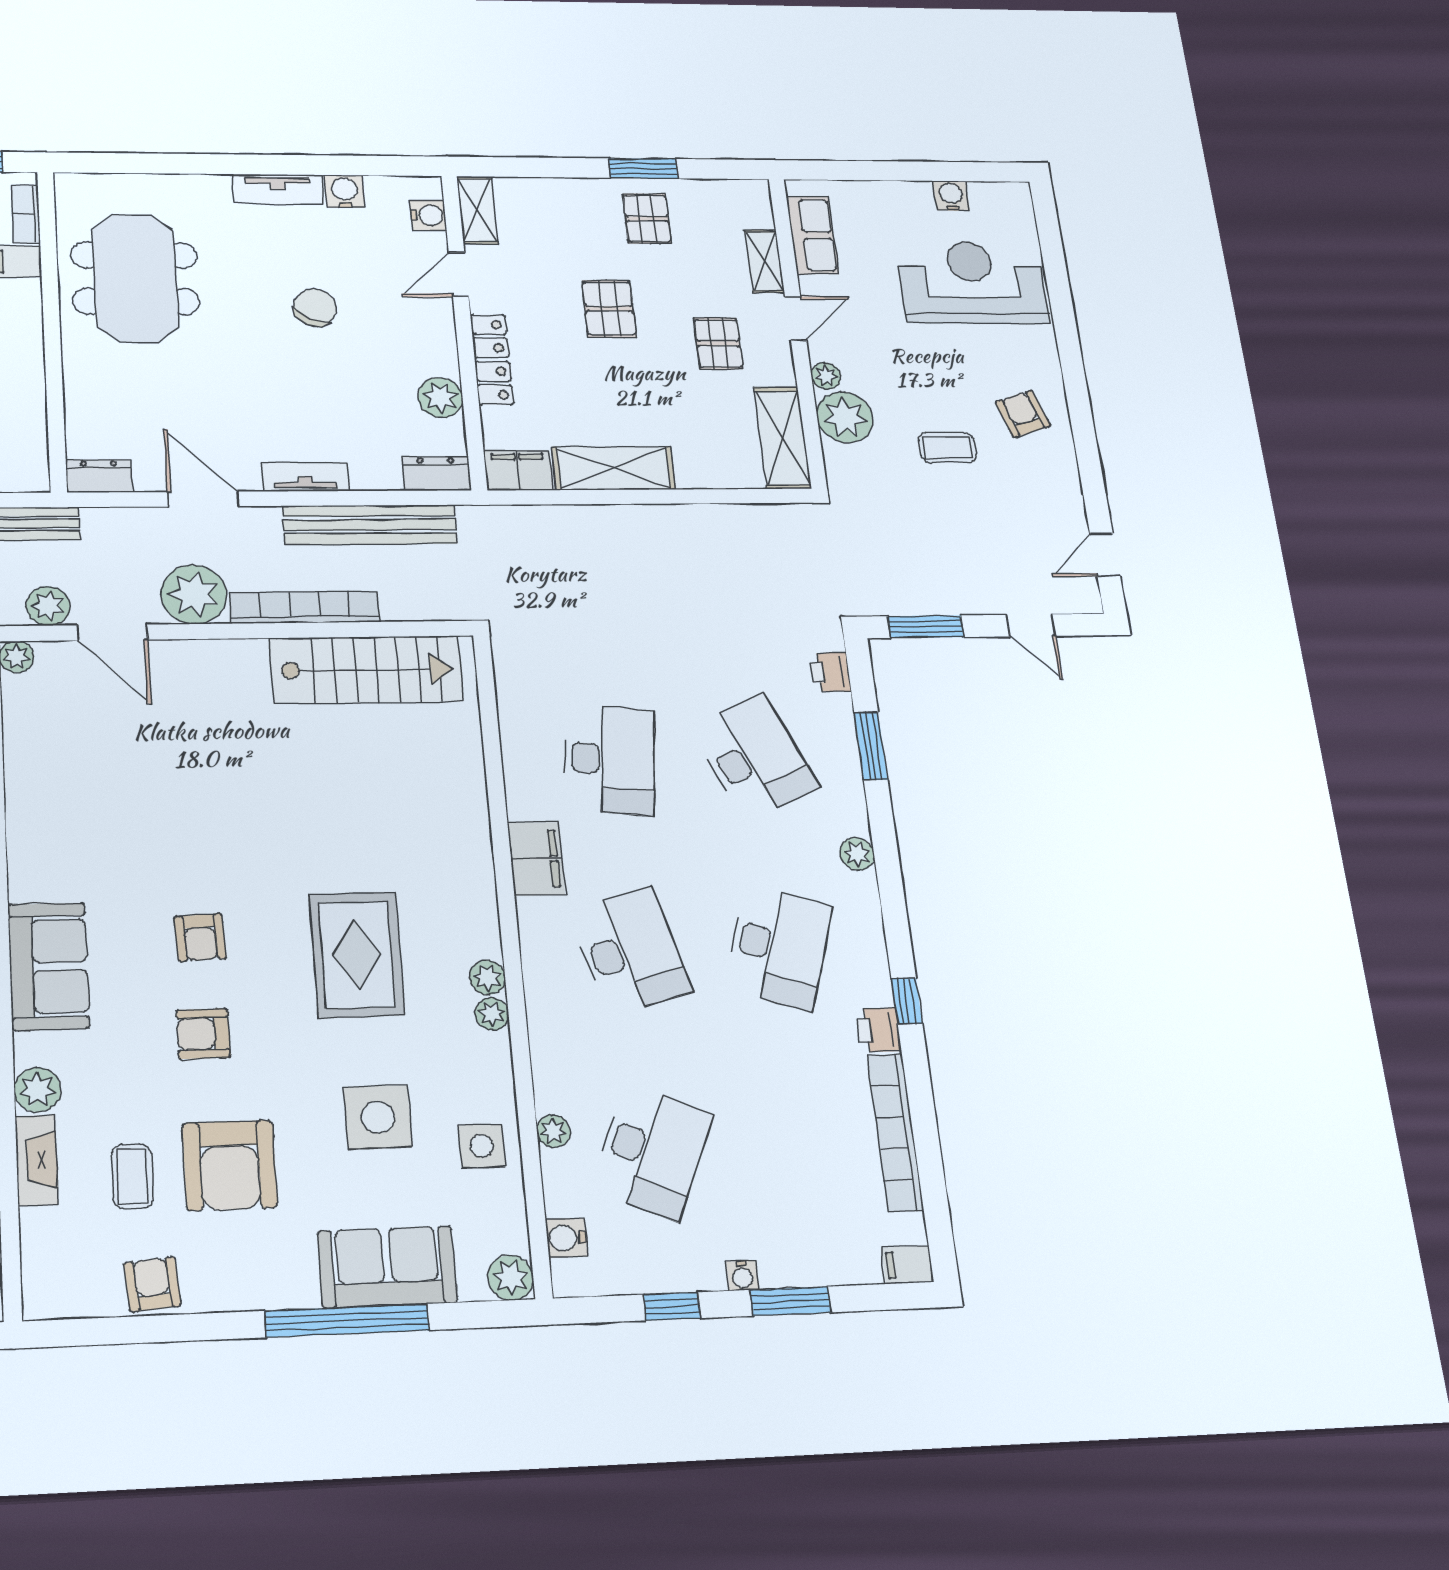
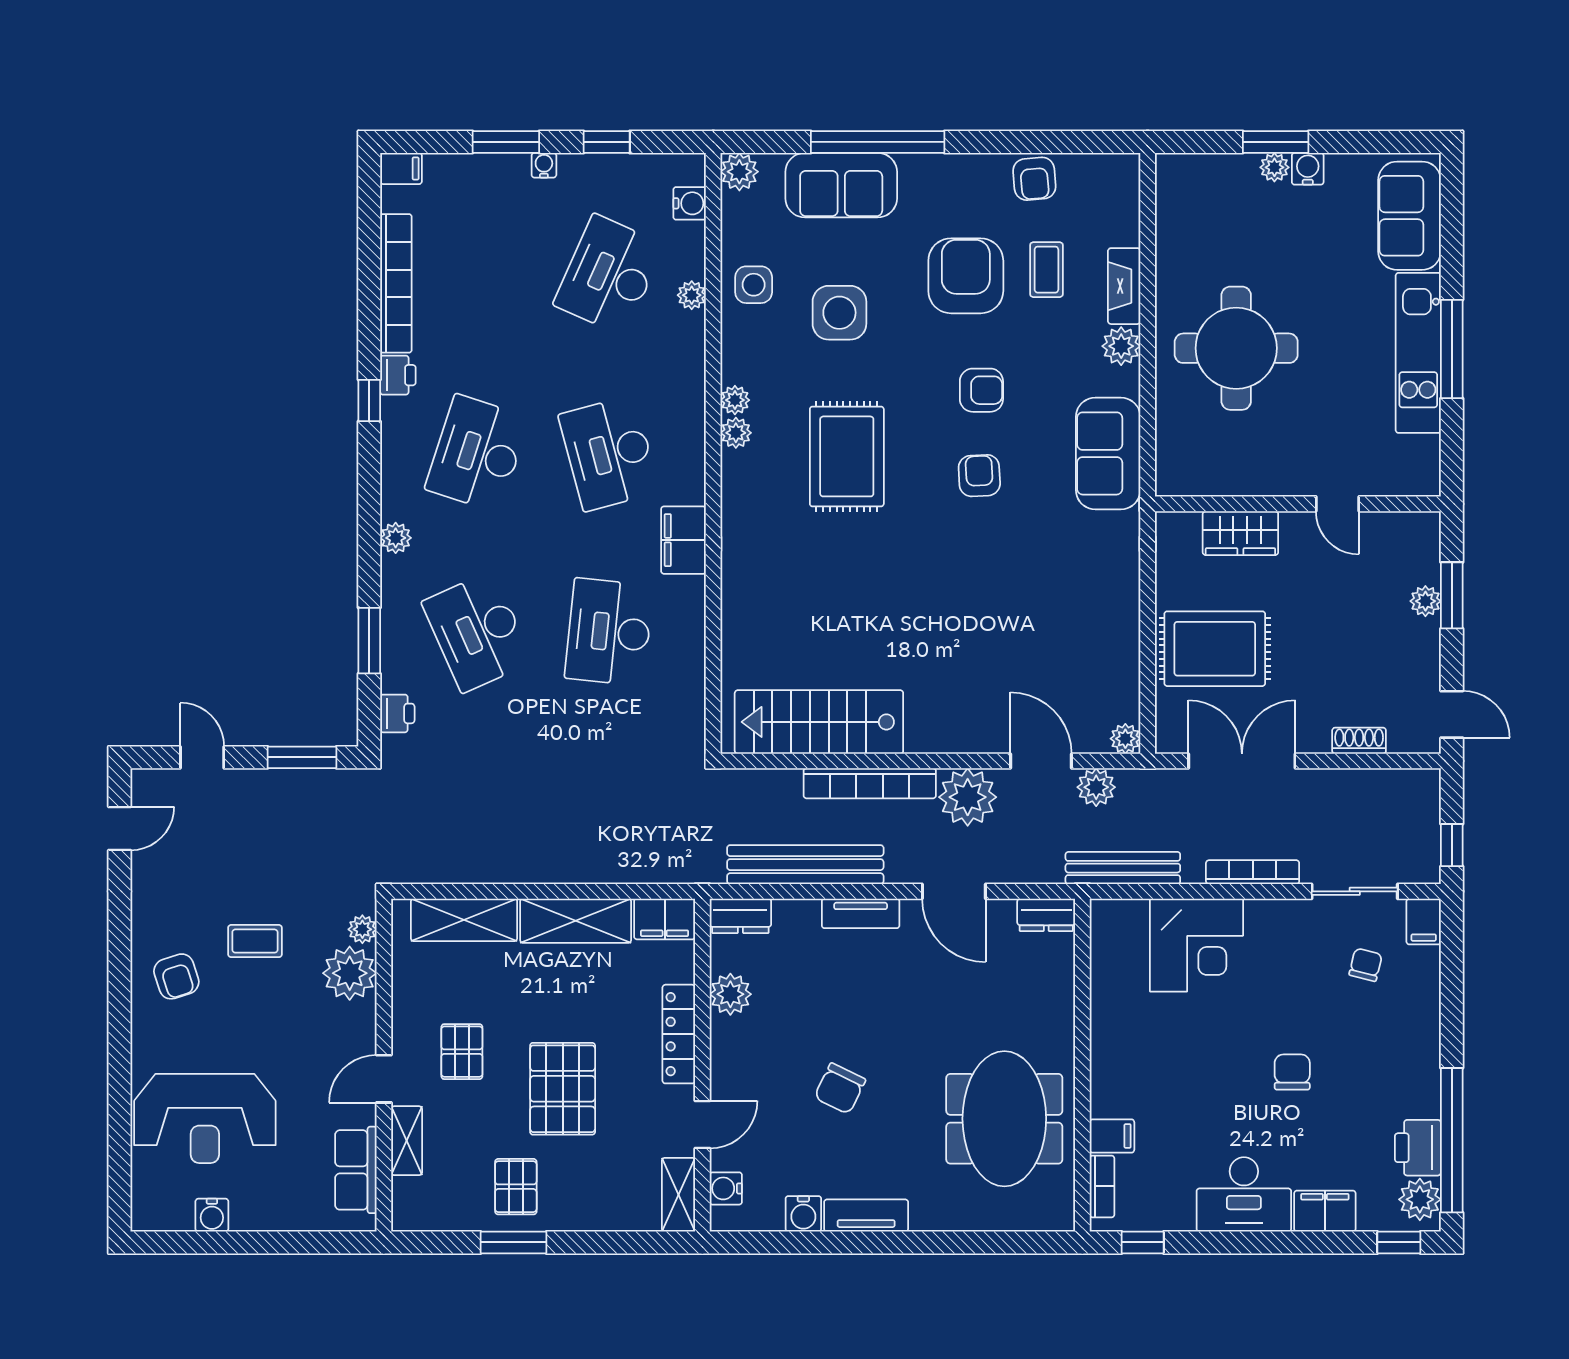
pallet: (609, 308) -> (563, 1089), width x1.50, depth x1.42
plant: (826, 376) -> (362, 929), moved
shelving: (782, 438) -> (464, 920), moved, turned 90

